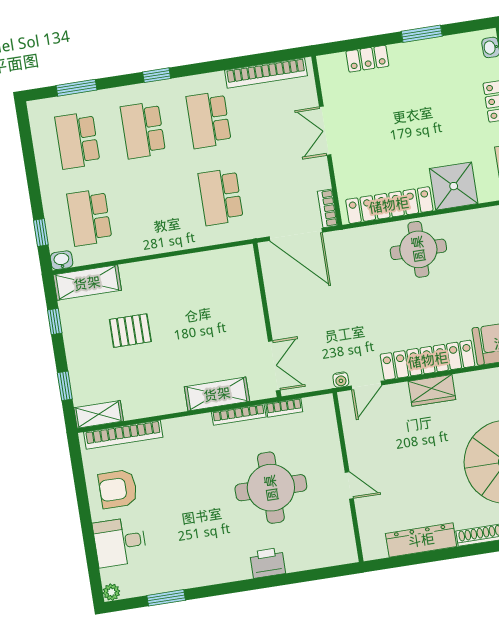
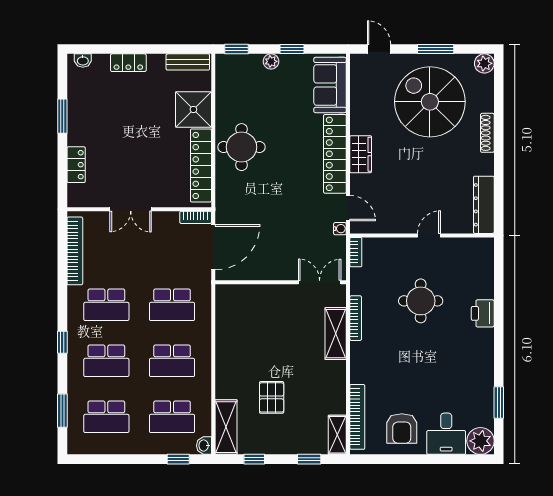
school desk: (155, 207) -> (172, 361), added
bookcase: (284, 408) -> (356, 252), moved
round table: (271, 488) -> (421, 301), width x0.73, depth x0.73
dresser: (421, 540) -> (484, 205), moved
plant: (111, 592) -> (480, 441), width x1.88, depth x1.88

